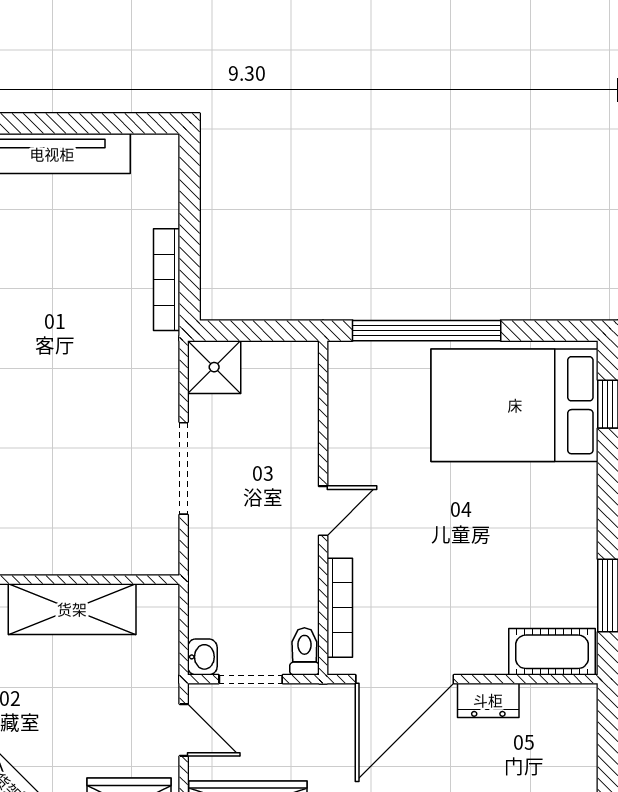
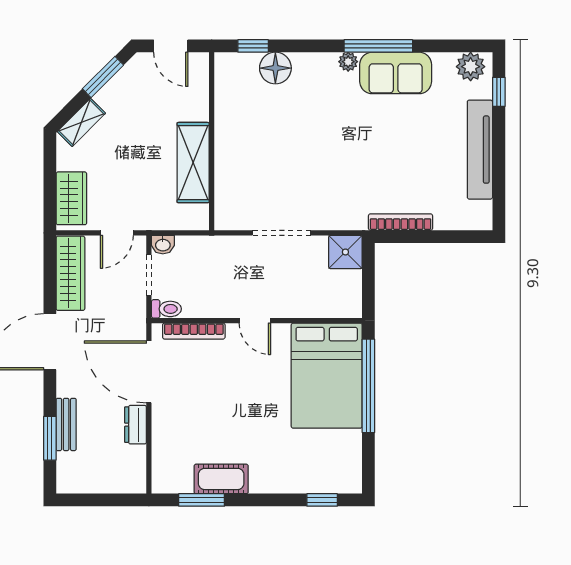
bed: (515, 405) -> (327, 376), moved, turned 180
cot: (552, 652) -> (221, 479), moved, turned 90

